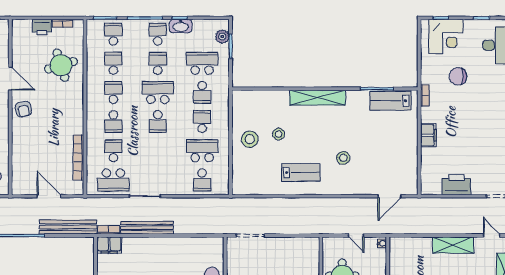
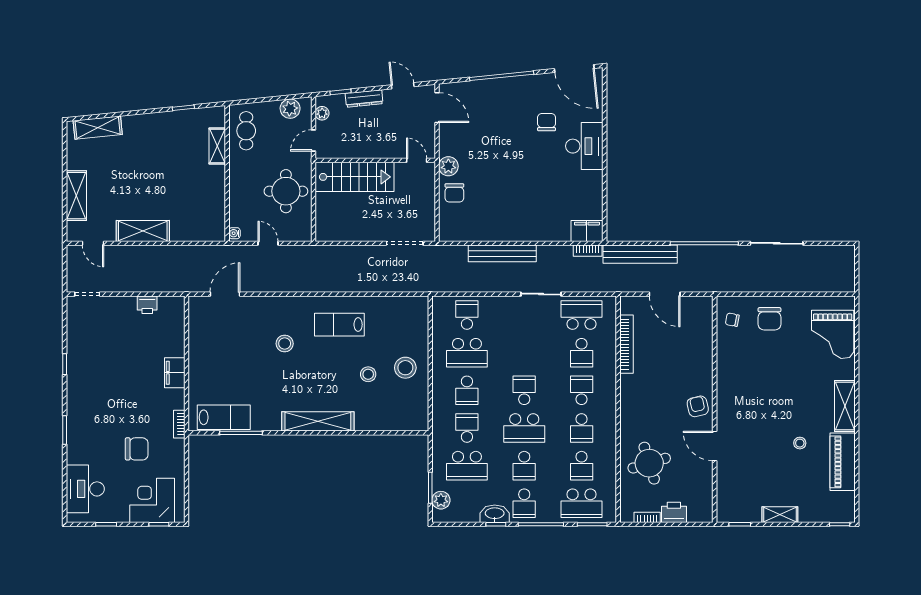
school desk: (113, 34) -> (582, 503), width x1.85
printer: (456, 185) -> (147, 305), width x0.53, depth x0.68
bench: (147, 228) -> (502, 253), moved

